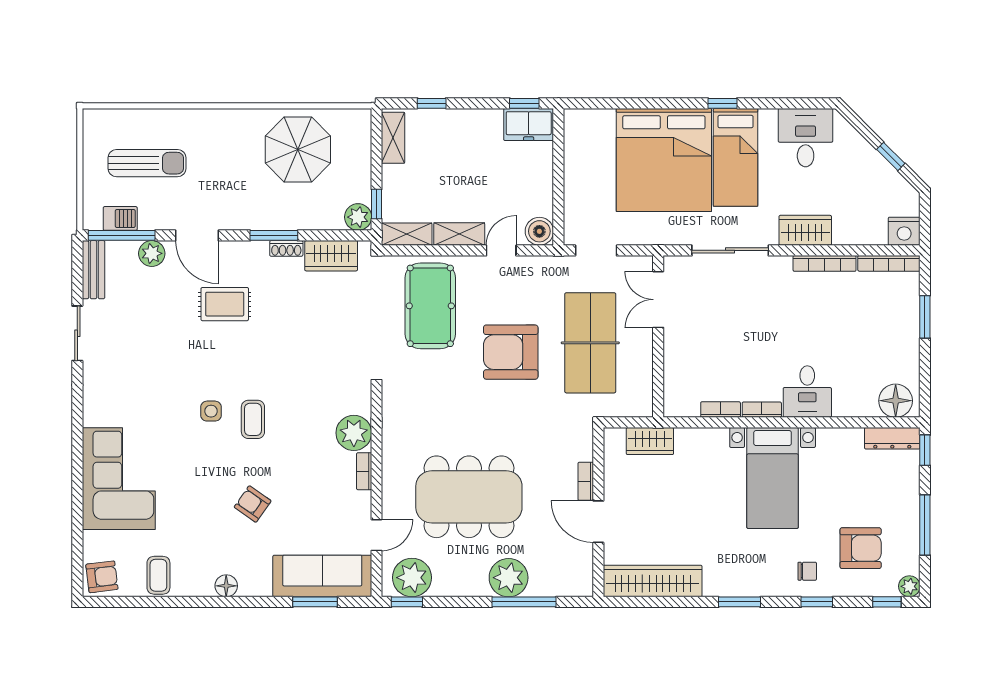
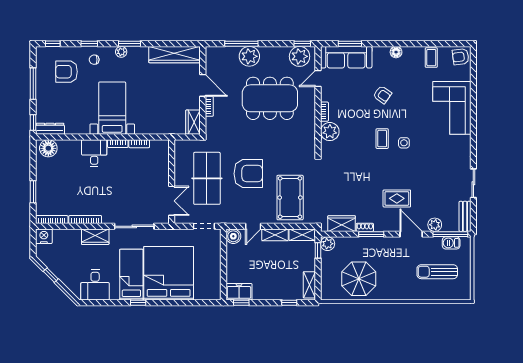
wardrobe: (650, 441) -> (193, 122), moved, turned -90
plant: (909, 586) -> (121, 52), moved

